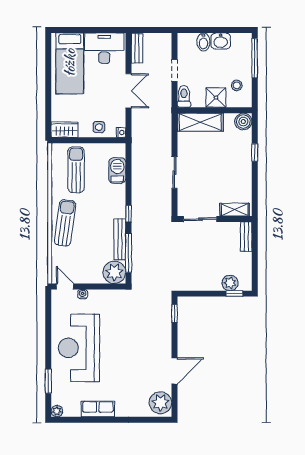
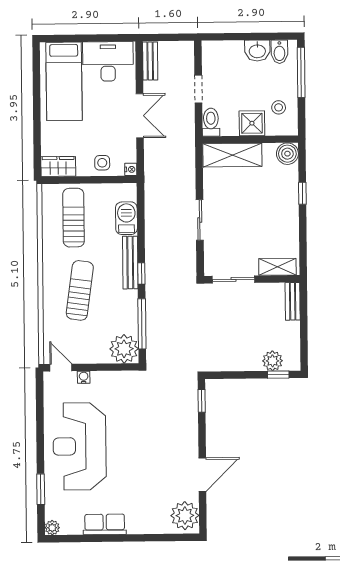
bidet: (203, 42) -> (279, 52), moved
sun lounger: (65, 223) -> (80, 290), moved
bench: (120, 239) -> (130, 263), moved

